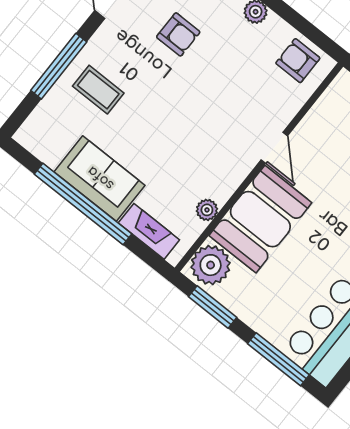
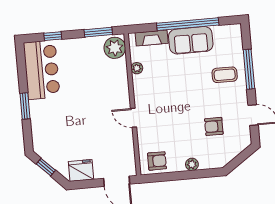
booth: (260, 219) -> (112, 85), removed
window: (278, 359) -> (53, 36), width x0.46

